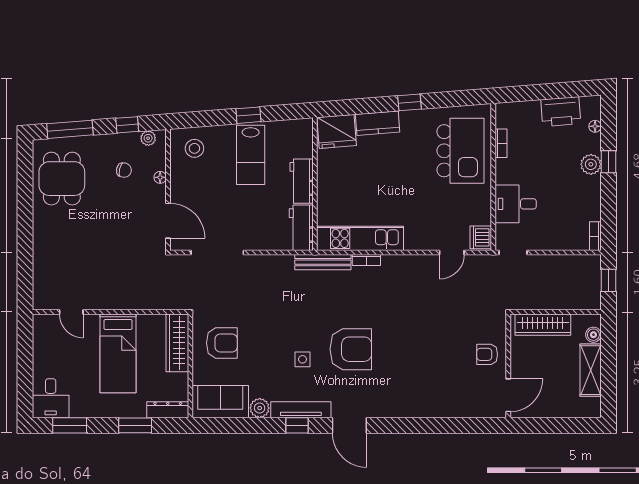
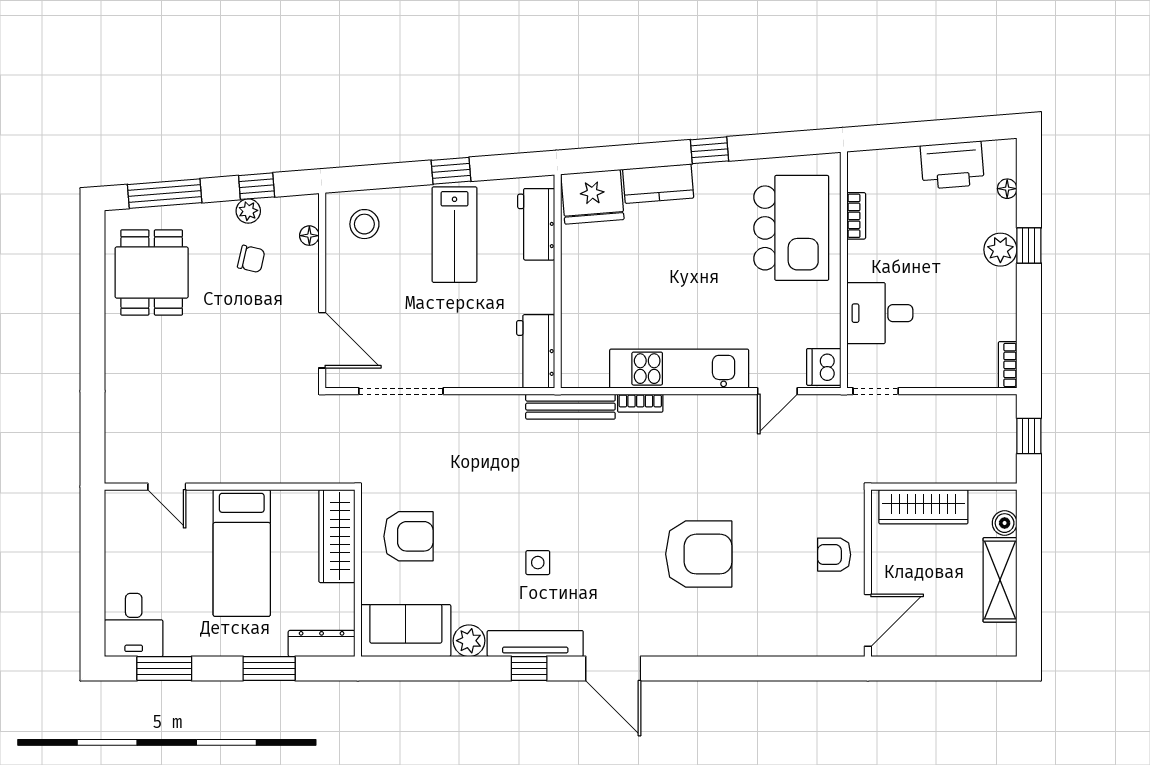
plant: (148, 138) -> (248, 211), moved
floor lamp: (160, 177) -> (309, 236), moved
workbench: (302, 181) -> (536, 224), moved
kitchen unit: (360, 238) -> (679, 369), moved
armchair: (351, 349) -> (699, 554), moved

